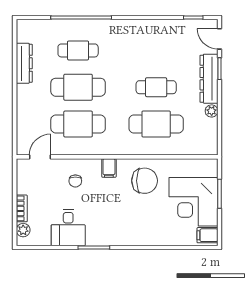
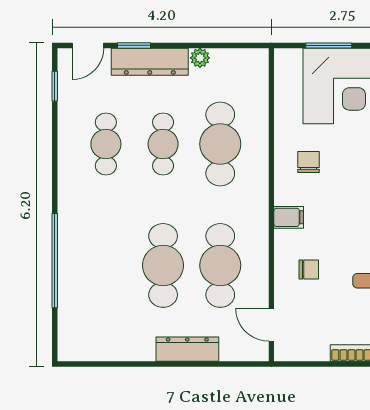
cafe table: (78, 50) -> (106, 144), moved
dresser: (24, 63) -> (187, 349), moved
chair: (145, 181) -> (308, 162), width x0.54, depth x0.54

